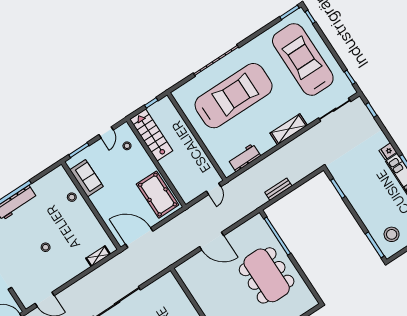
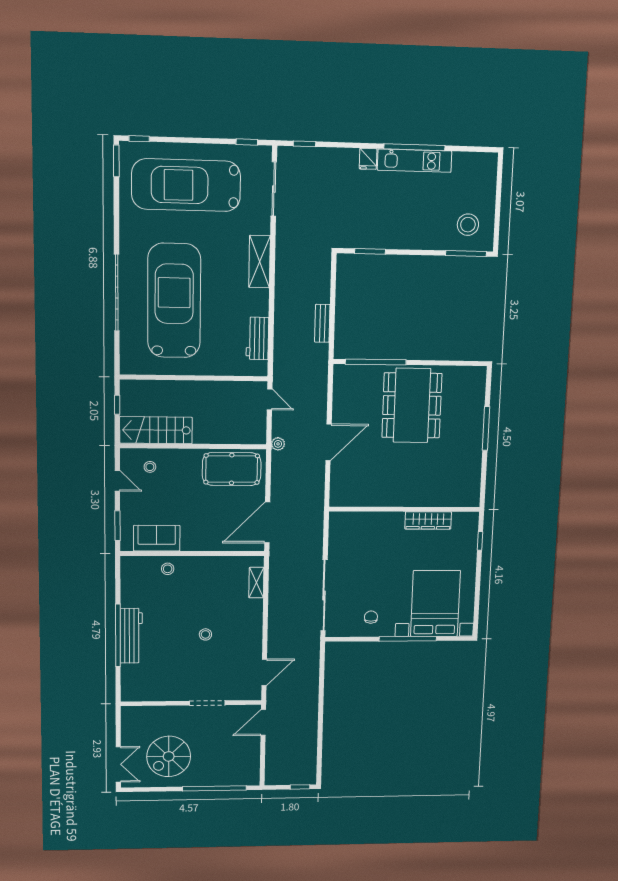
plant: (191, 212) -> (278, 444), added
dining table: (267, 275) -> (412, 405), turned 90

